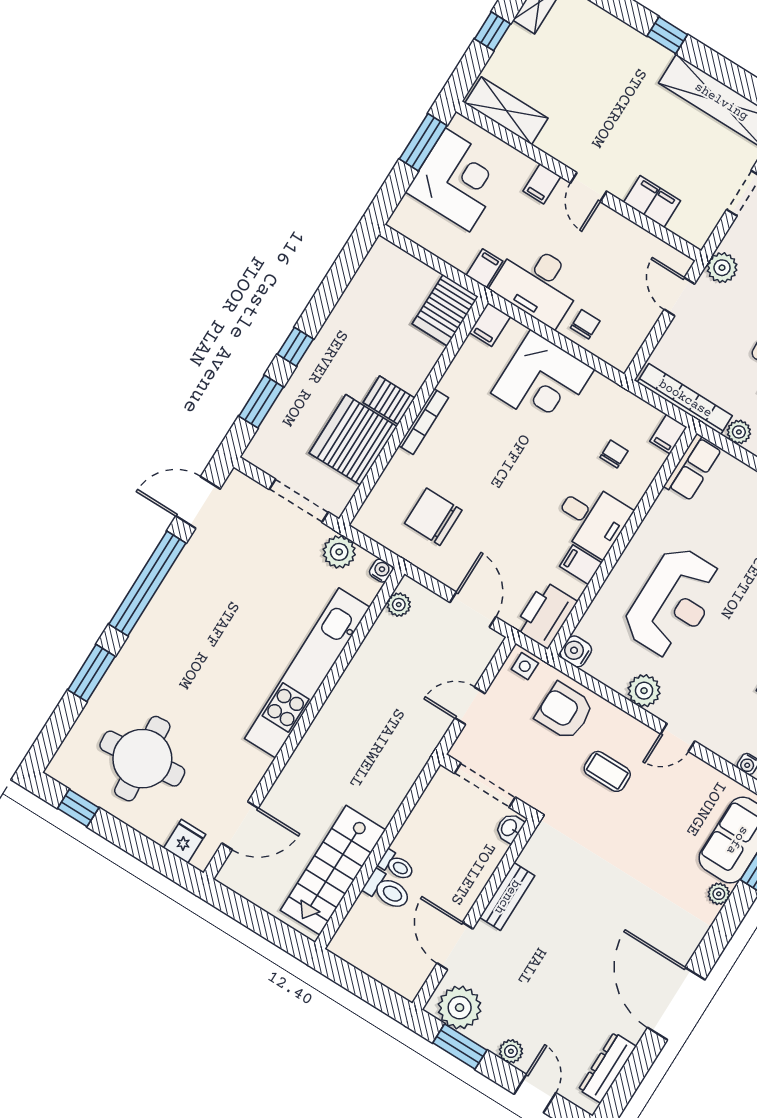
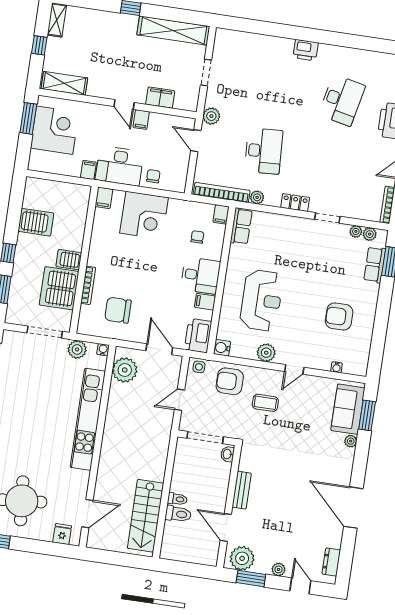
filing cabinet: (542, 184) -> (141, 120), moved
server rack: (445, 310) -> (36, 222), moved, turned -90
bookcase: (424, 422) -> (88, 285), moved
plant: (399, 605) -> (125, 370), width x1.88, depth x1.88
dresser: (607, 1068) -> (331, 562), width x0.70

